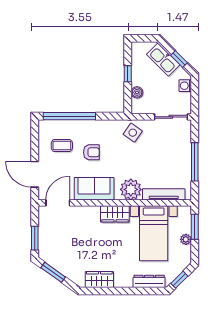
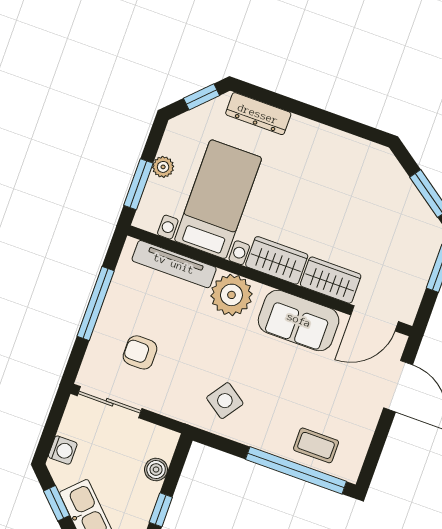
side table: (133, 133) -> (225, 401), moved
coffee table: (62, 146) -> (316, 445), moved
armchair: (91, 152) -> (140, 352), moved
wardrobe: (99, 280) -> (331, 280), moved, turned 180

